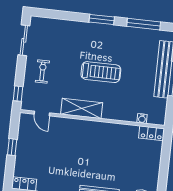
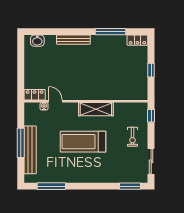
window: (102, 19) -> (130, 186), moved
treadmill: (101, 72) -> (83, 142), width x1.37, depth x1.38
door: (42, 114) -> (55, 101), moved

